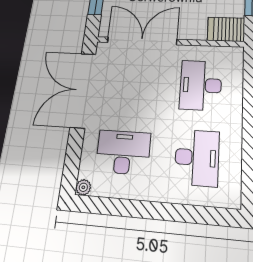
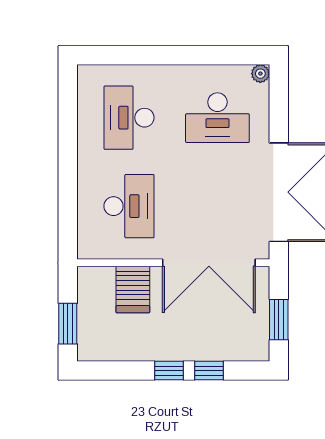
server rack: (226, 29) -> (133, 290), moved, turned 90

